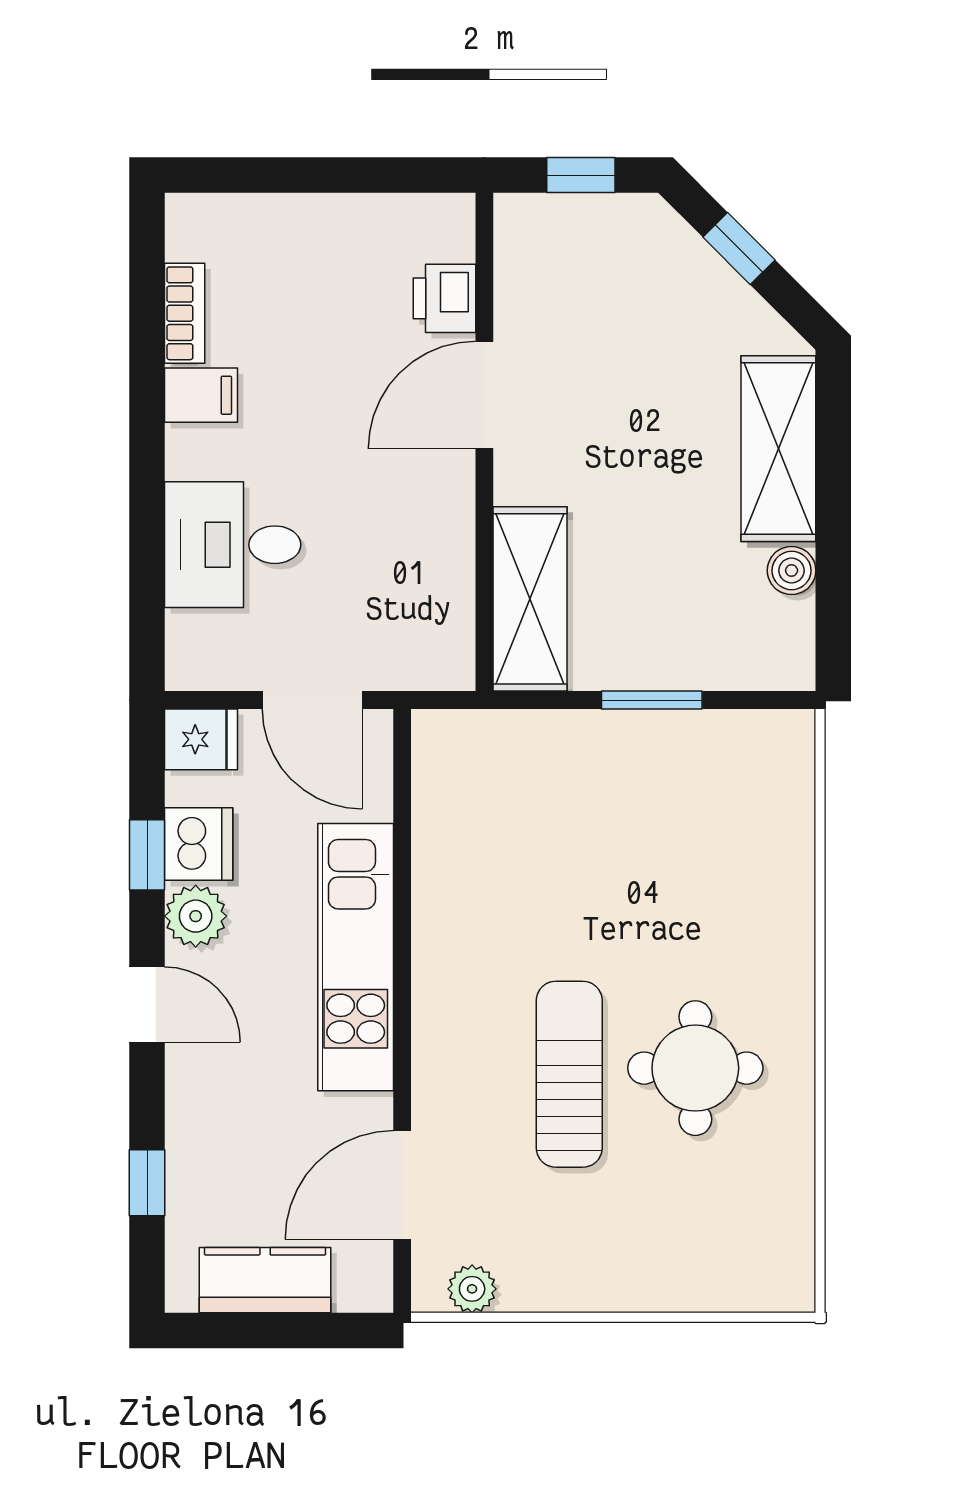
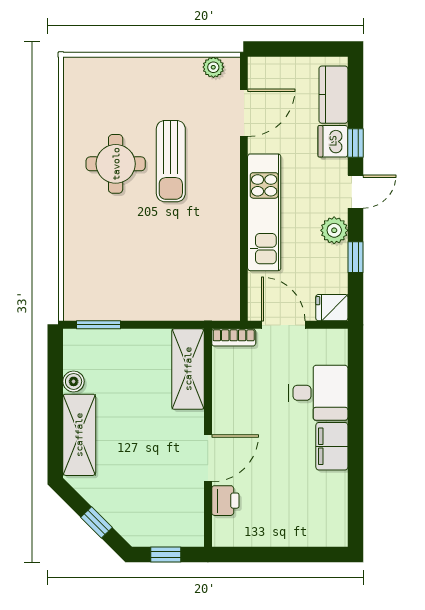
bookcase: (185, 313) -> (234, 337), moved, turned -90
filing cabinet: (201, 395) -> (332, 446), width x2.00
window: (652, 700) -> (98, 325), moved
dishwasher: (199, 844) -> (333, 141), moved
door: (147, 1004) -> (355, 192), swing flipped
window: (147, 1183) -> (355, 143), moved
kitchen counter: (265, 1280) -> (333, 95), moved, turned 90

